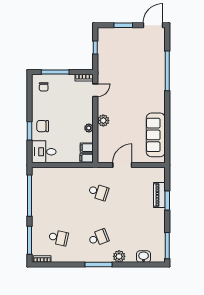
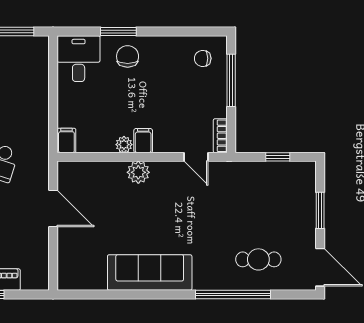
cafe table: (149, 58) -> (258, 259), added
sofa: (156, 135) -> (150, 273), moved
filing cabinet: (87, 148) -> (143, 141), moved

